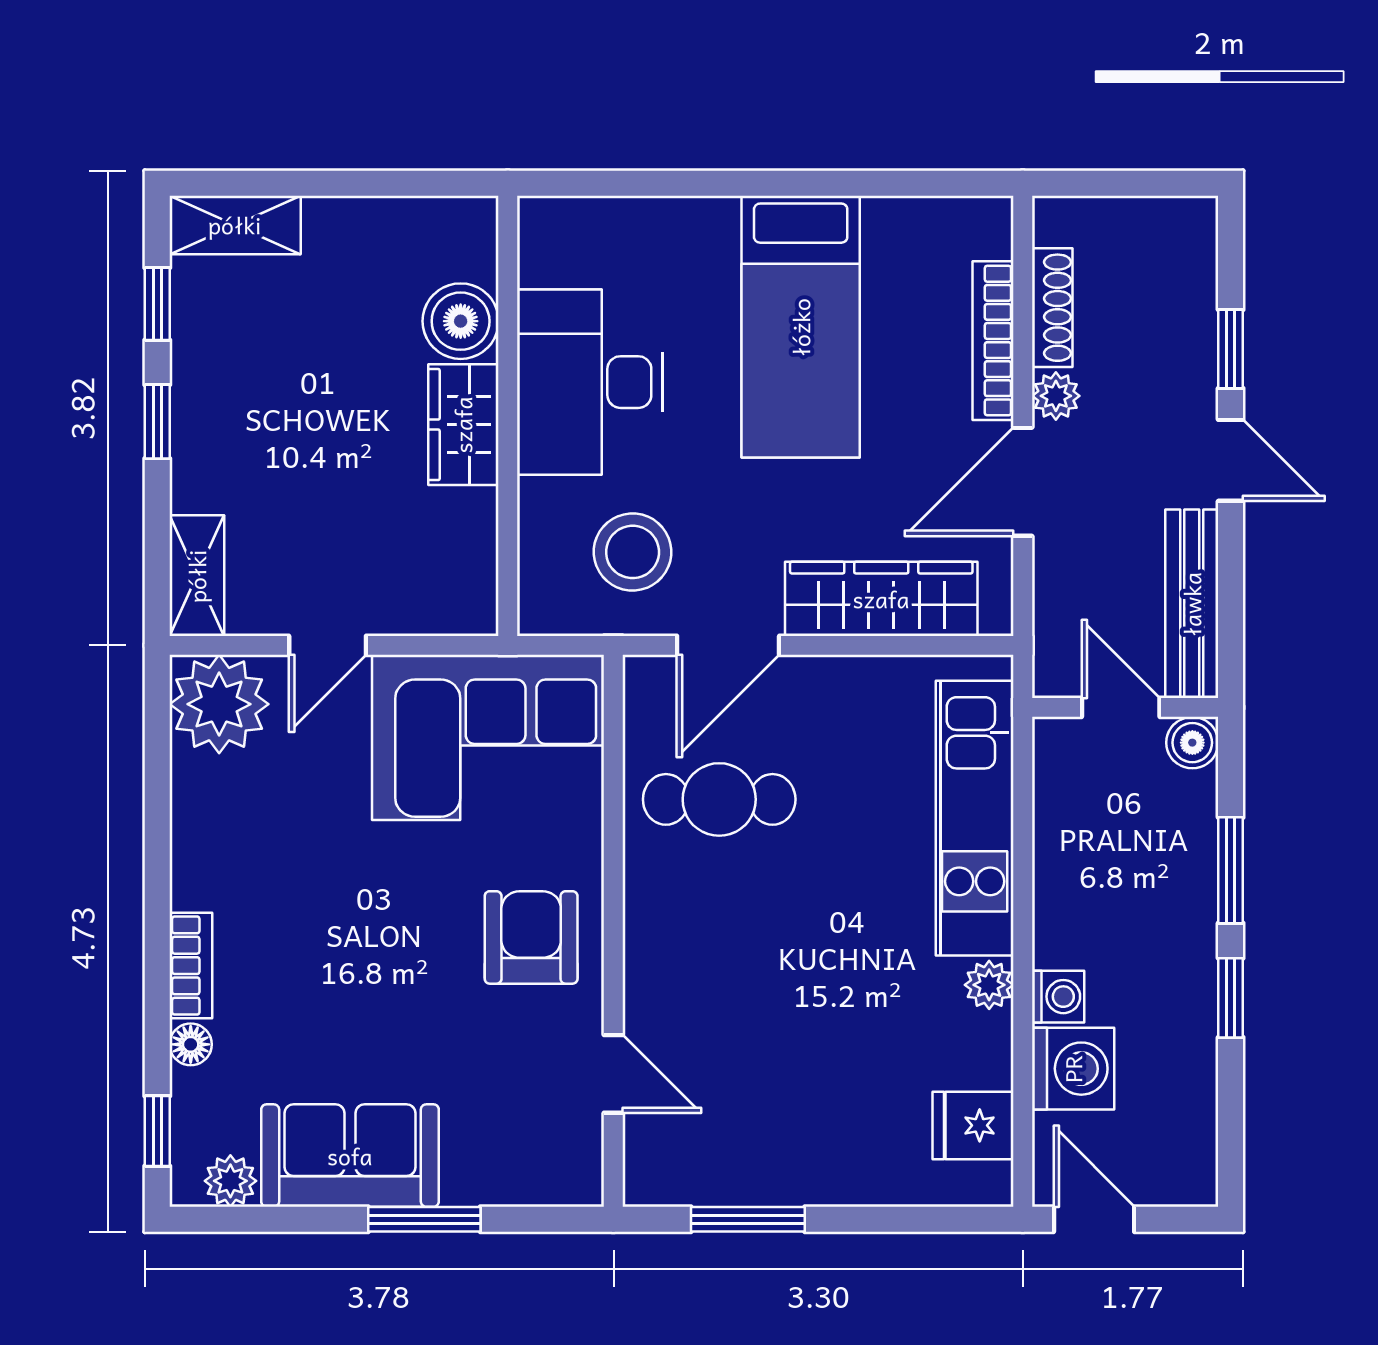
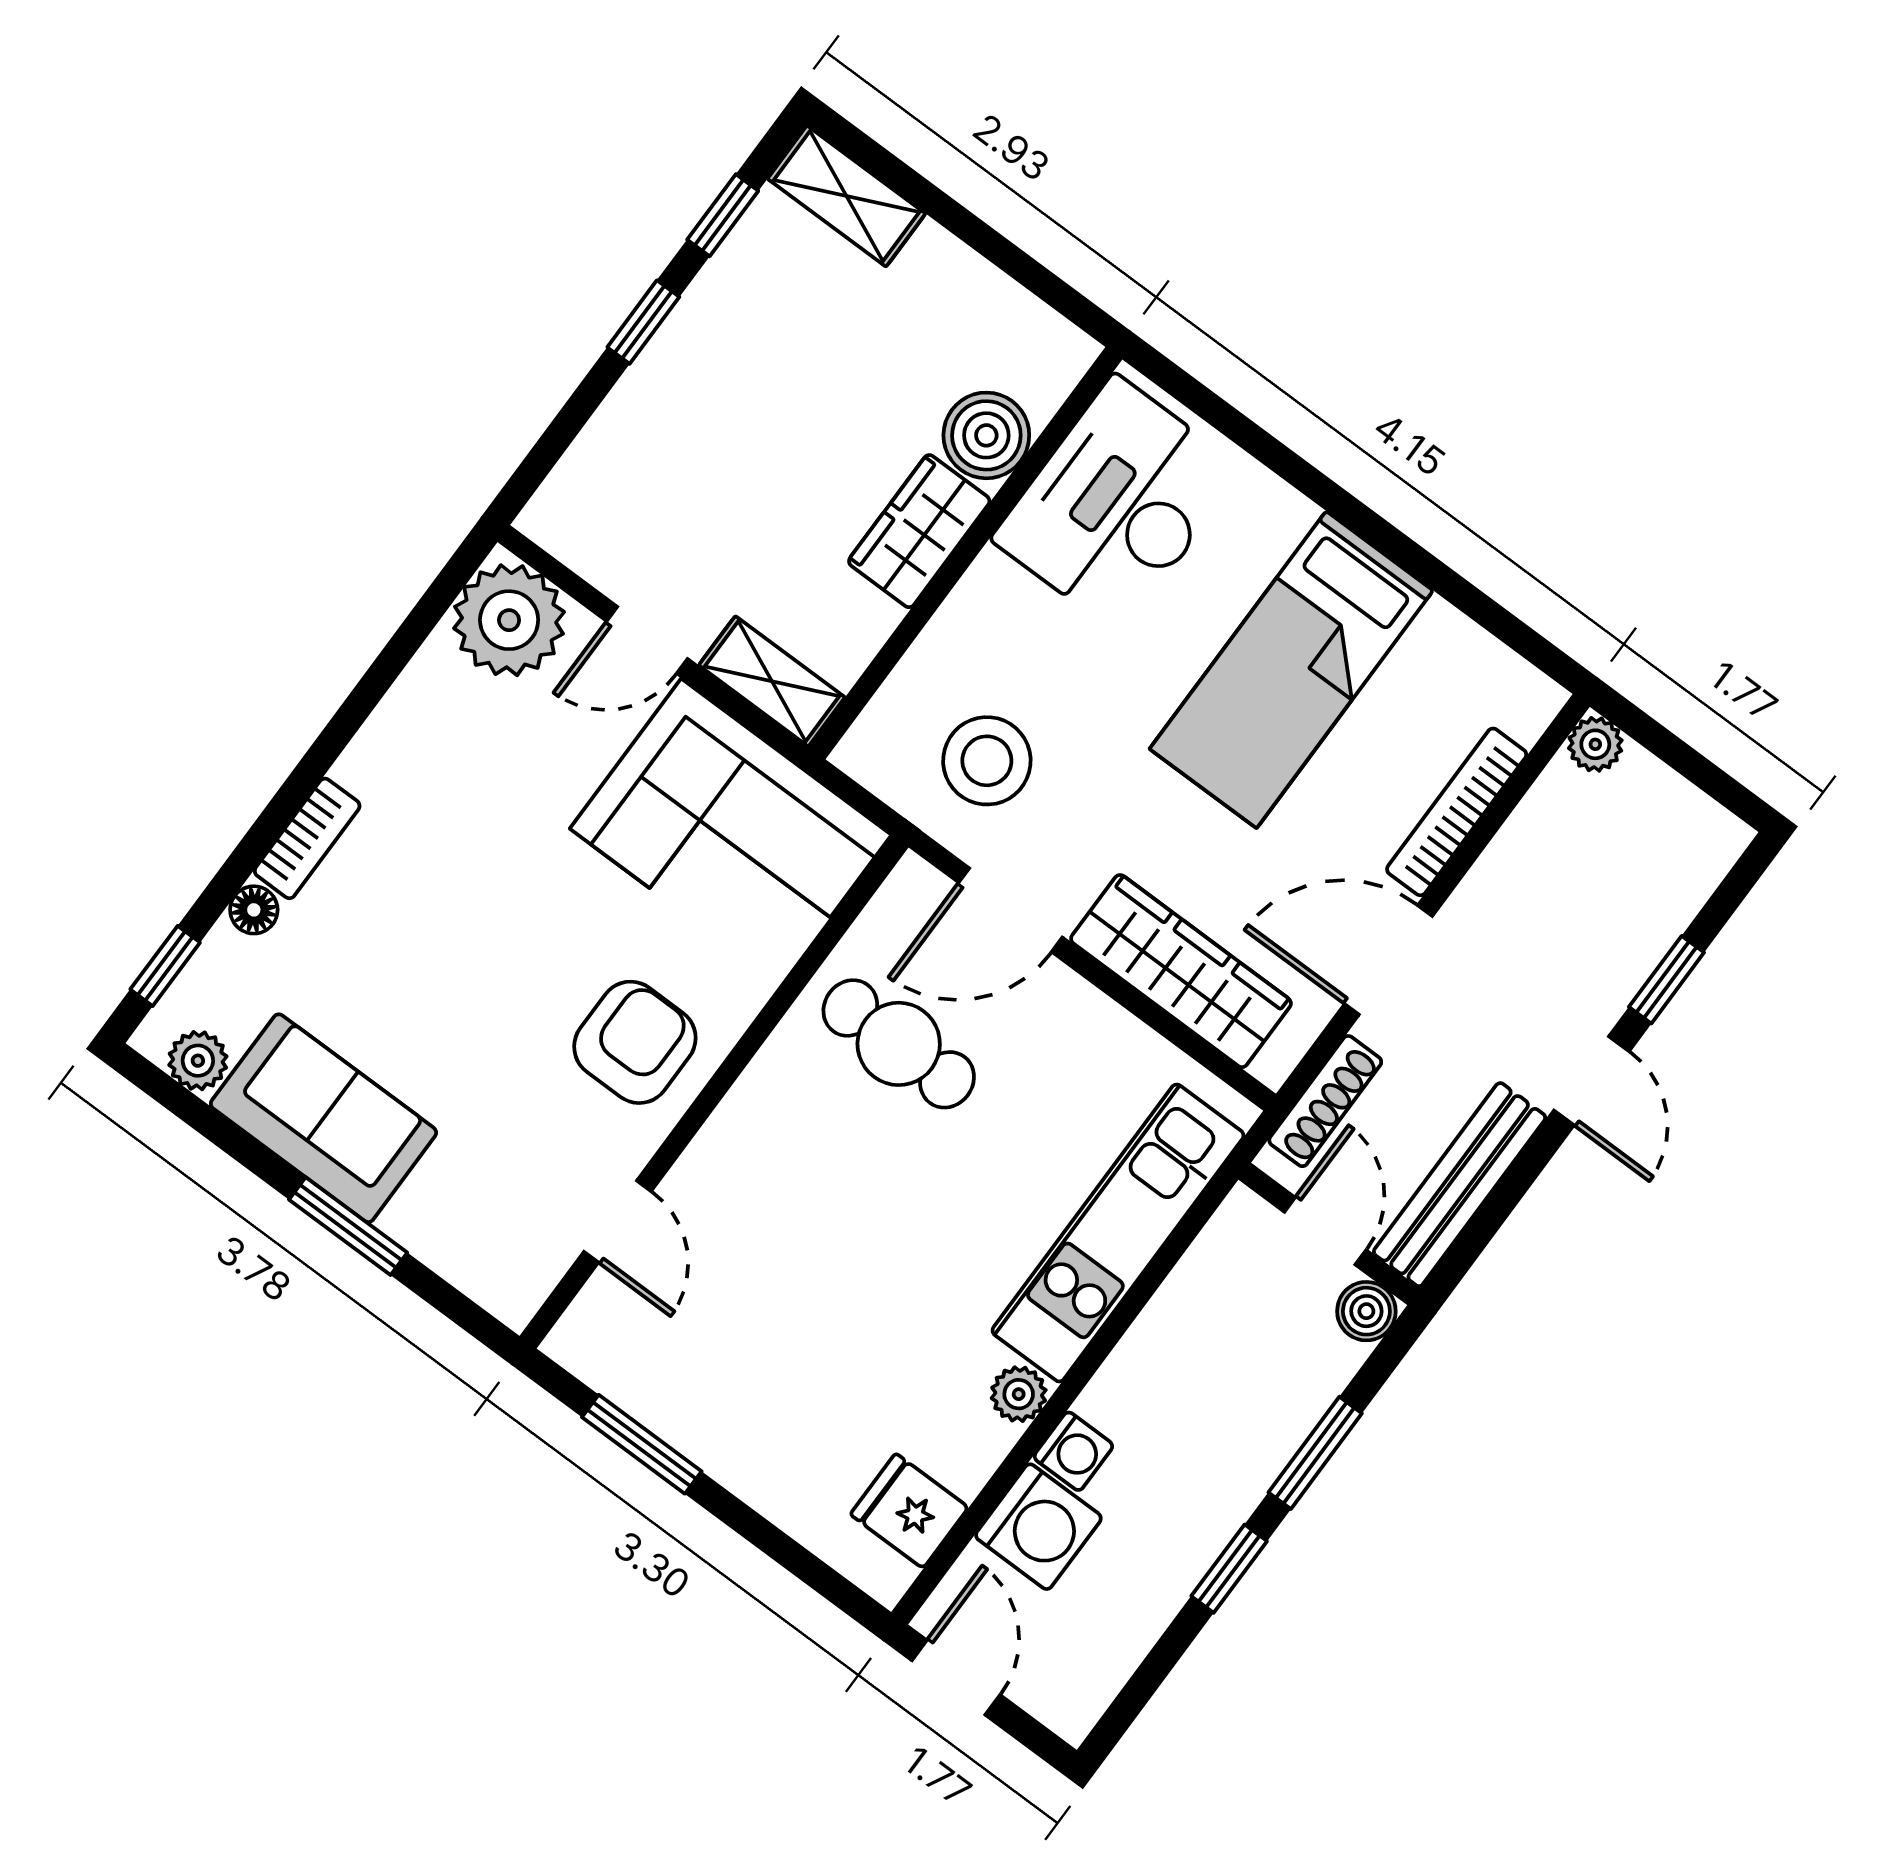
shoe rack: (1052, 308) -> (1325, 1101), moved
desk: (590, 382) -> (1117, 504), moved
plant: (1056, 396) -> (1595, 744), moved
shelving: (197, 576) -> (772, 681), moved, turned 90

